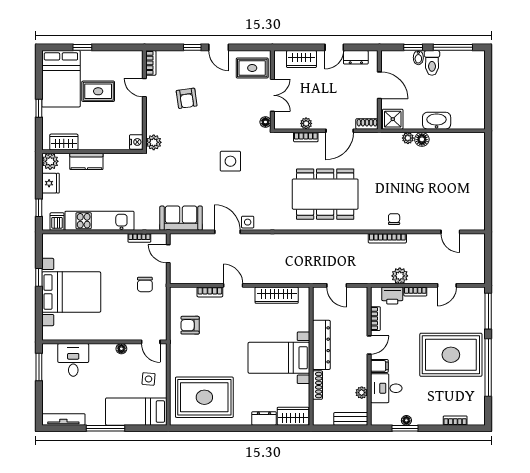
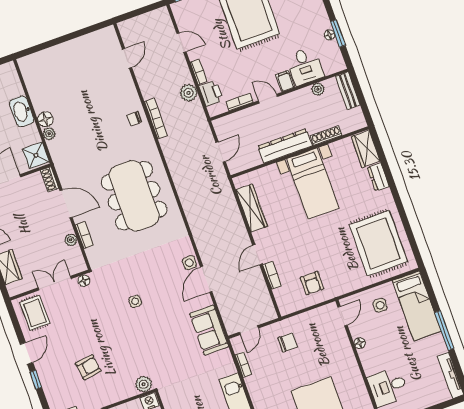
side table: (230, 161) -> (135, 301), width x0.54, depth x0.54

